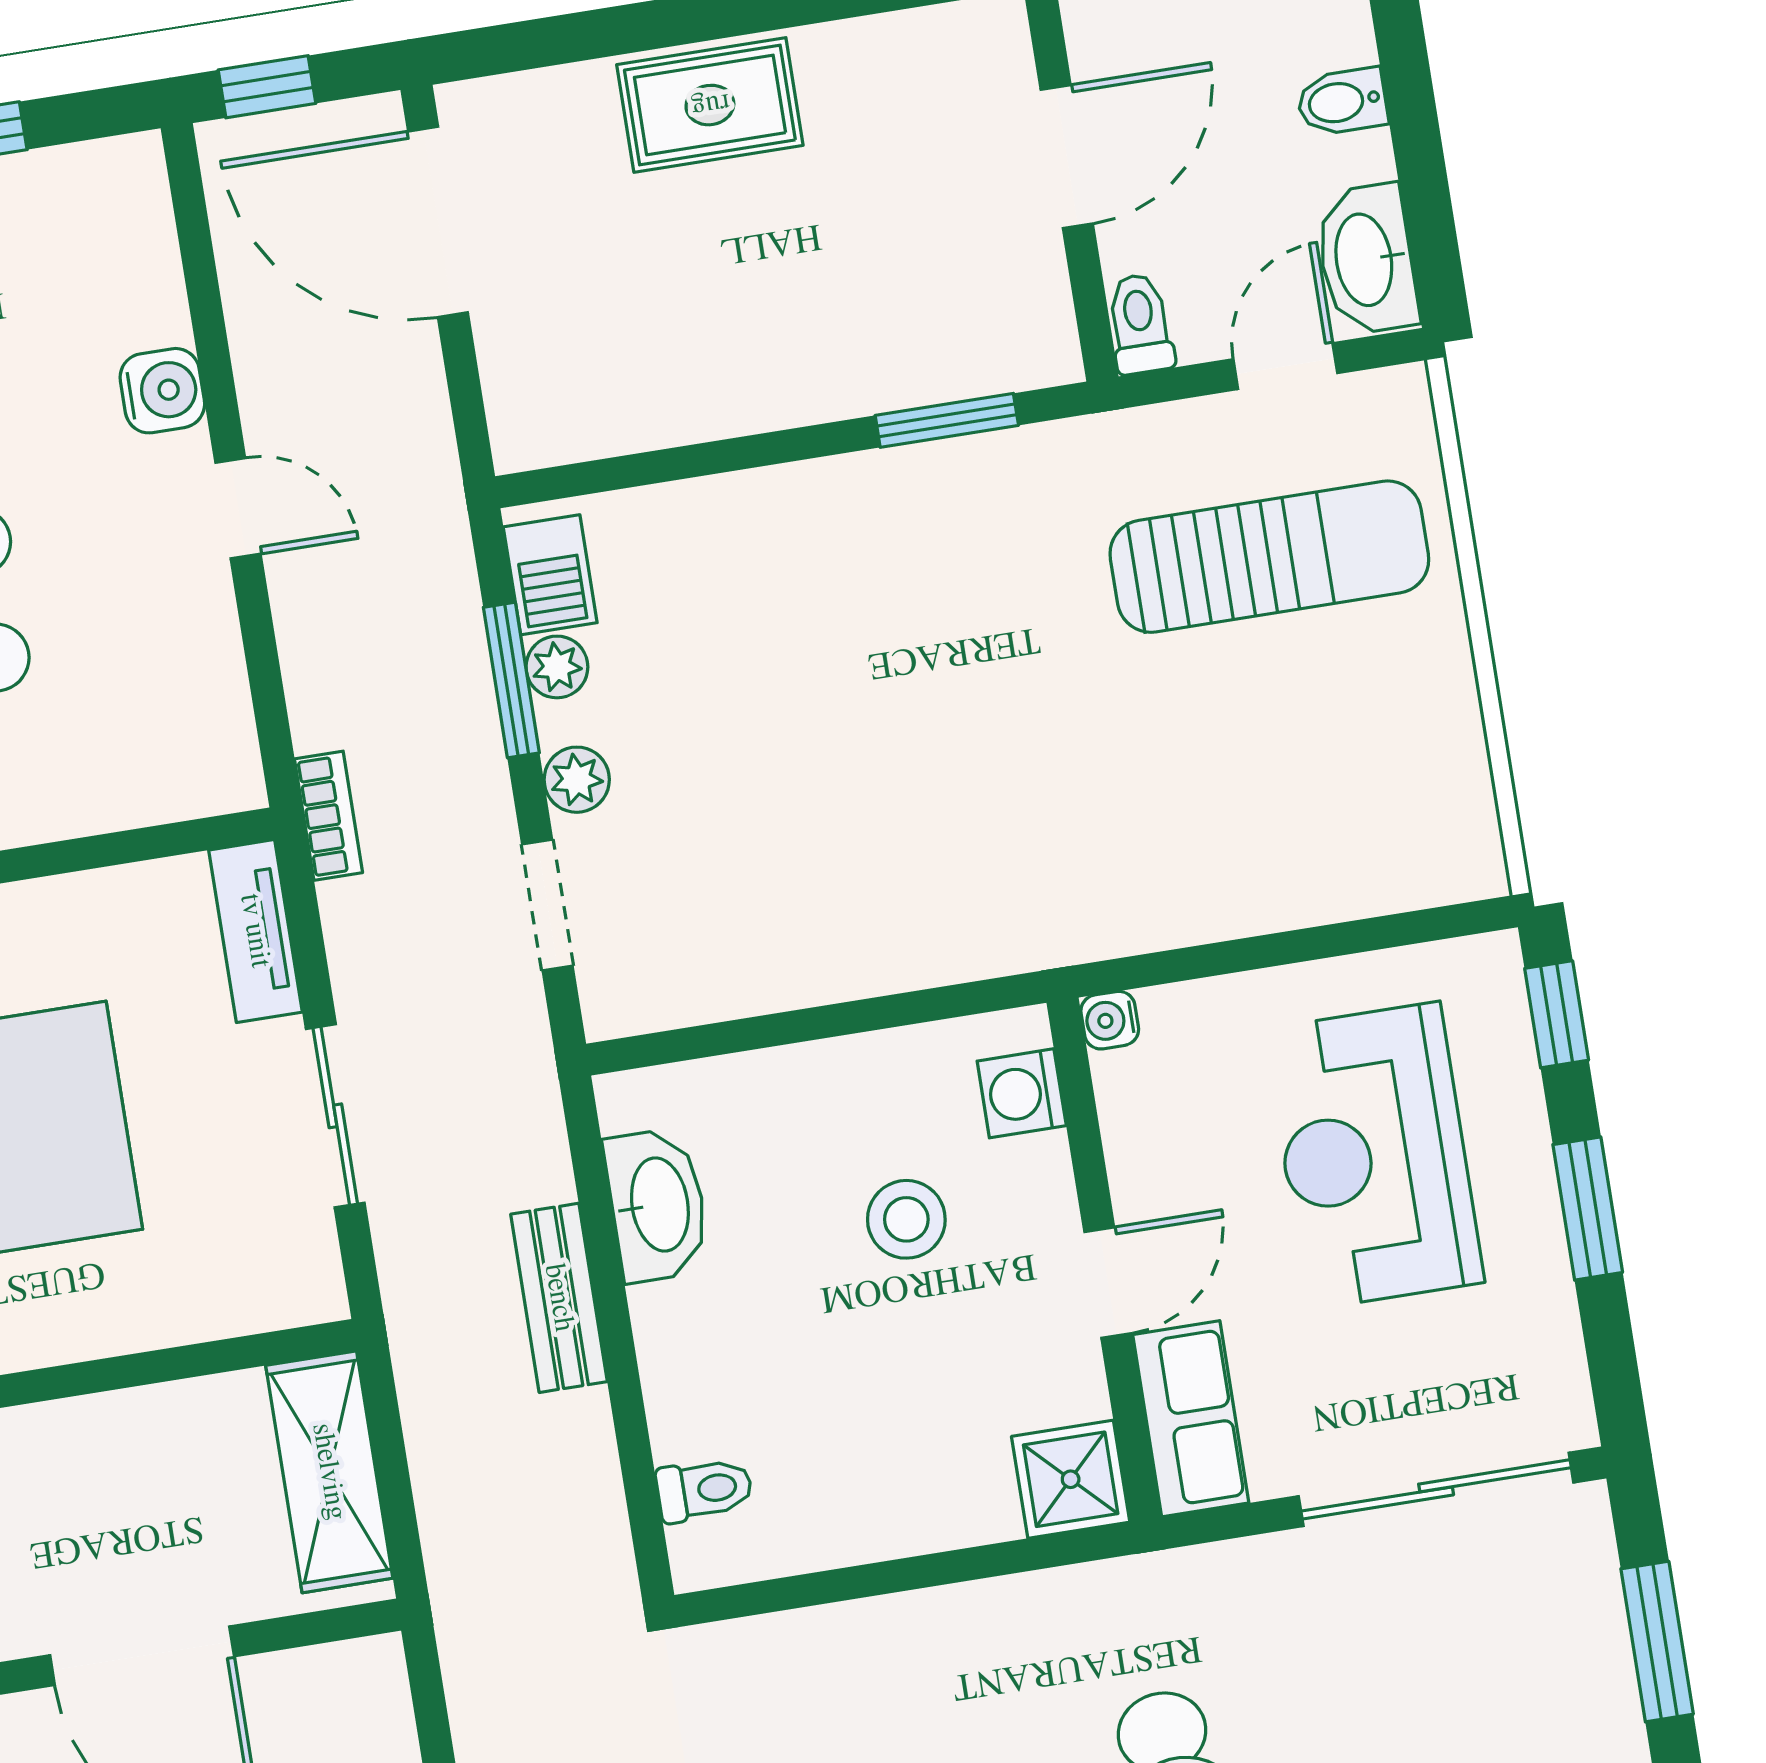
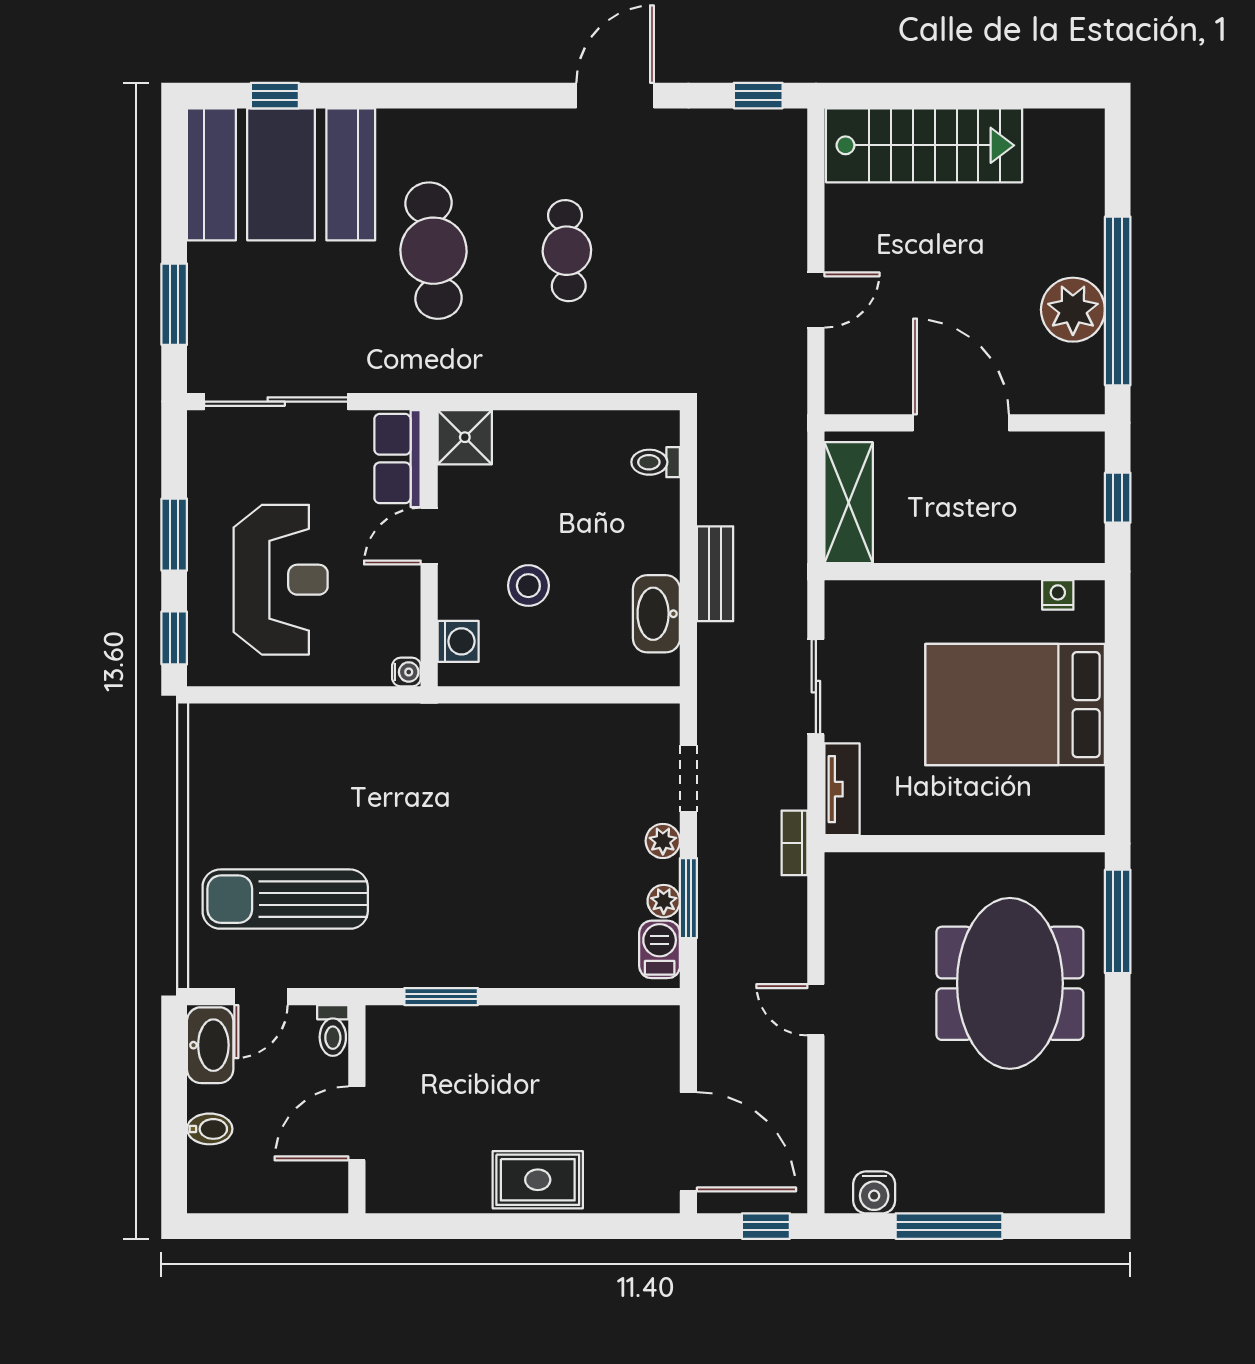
water cooler: (162, 391) -> (874, 1192), moved, turned -90

